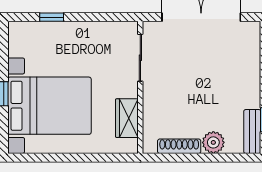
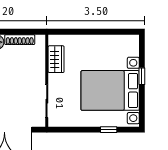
bed with nightstands: (49, 106) -> (110, 90), moved

